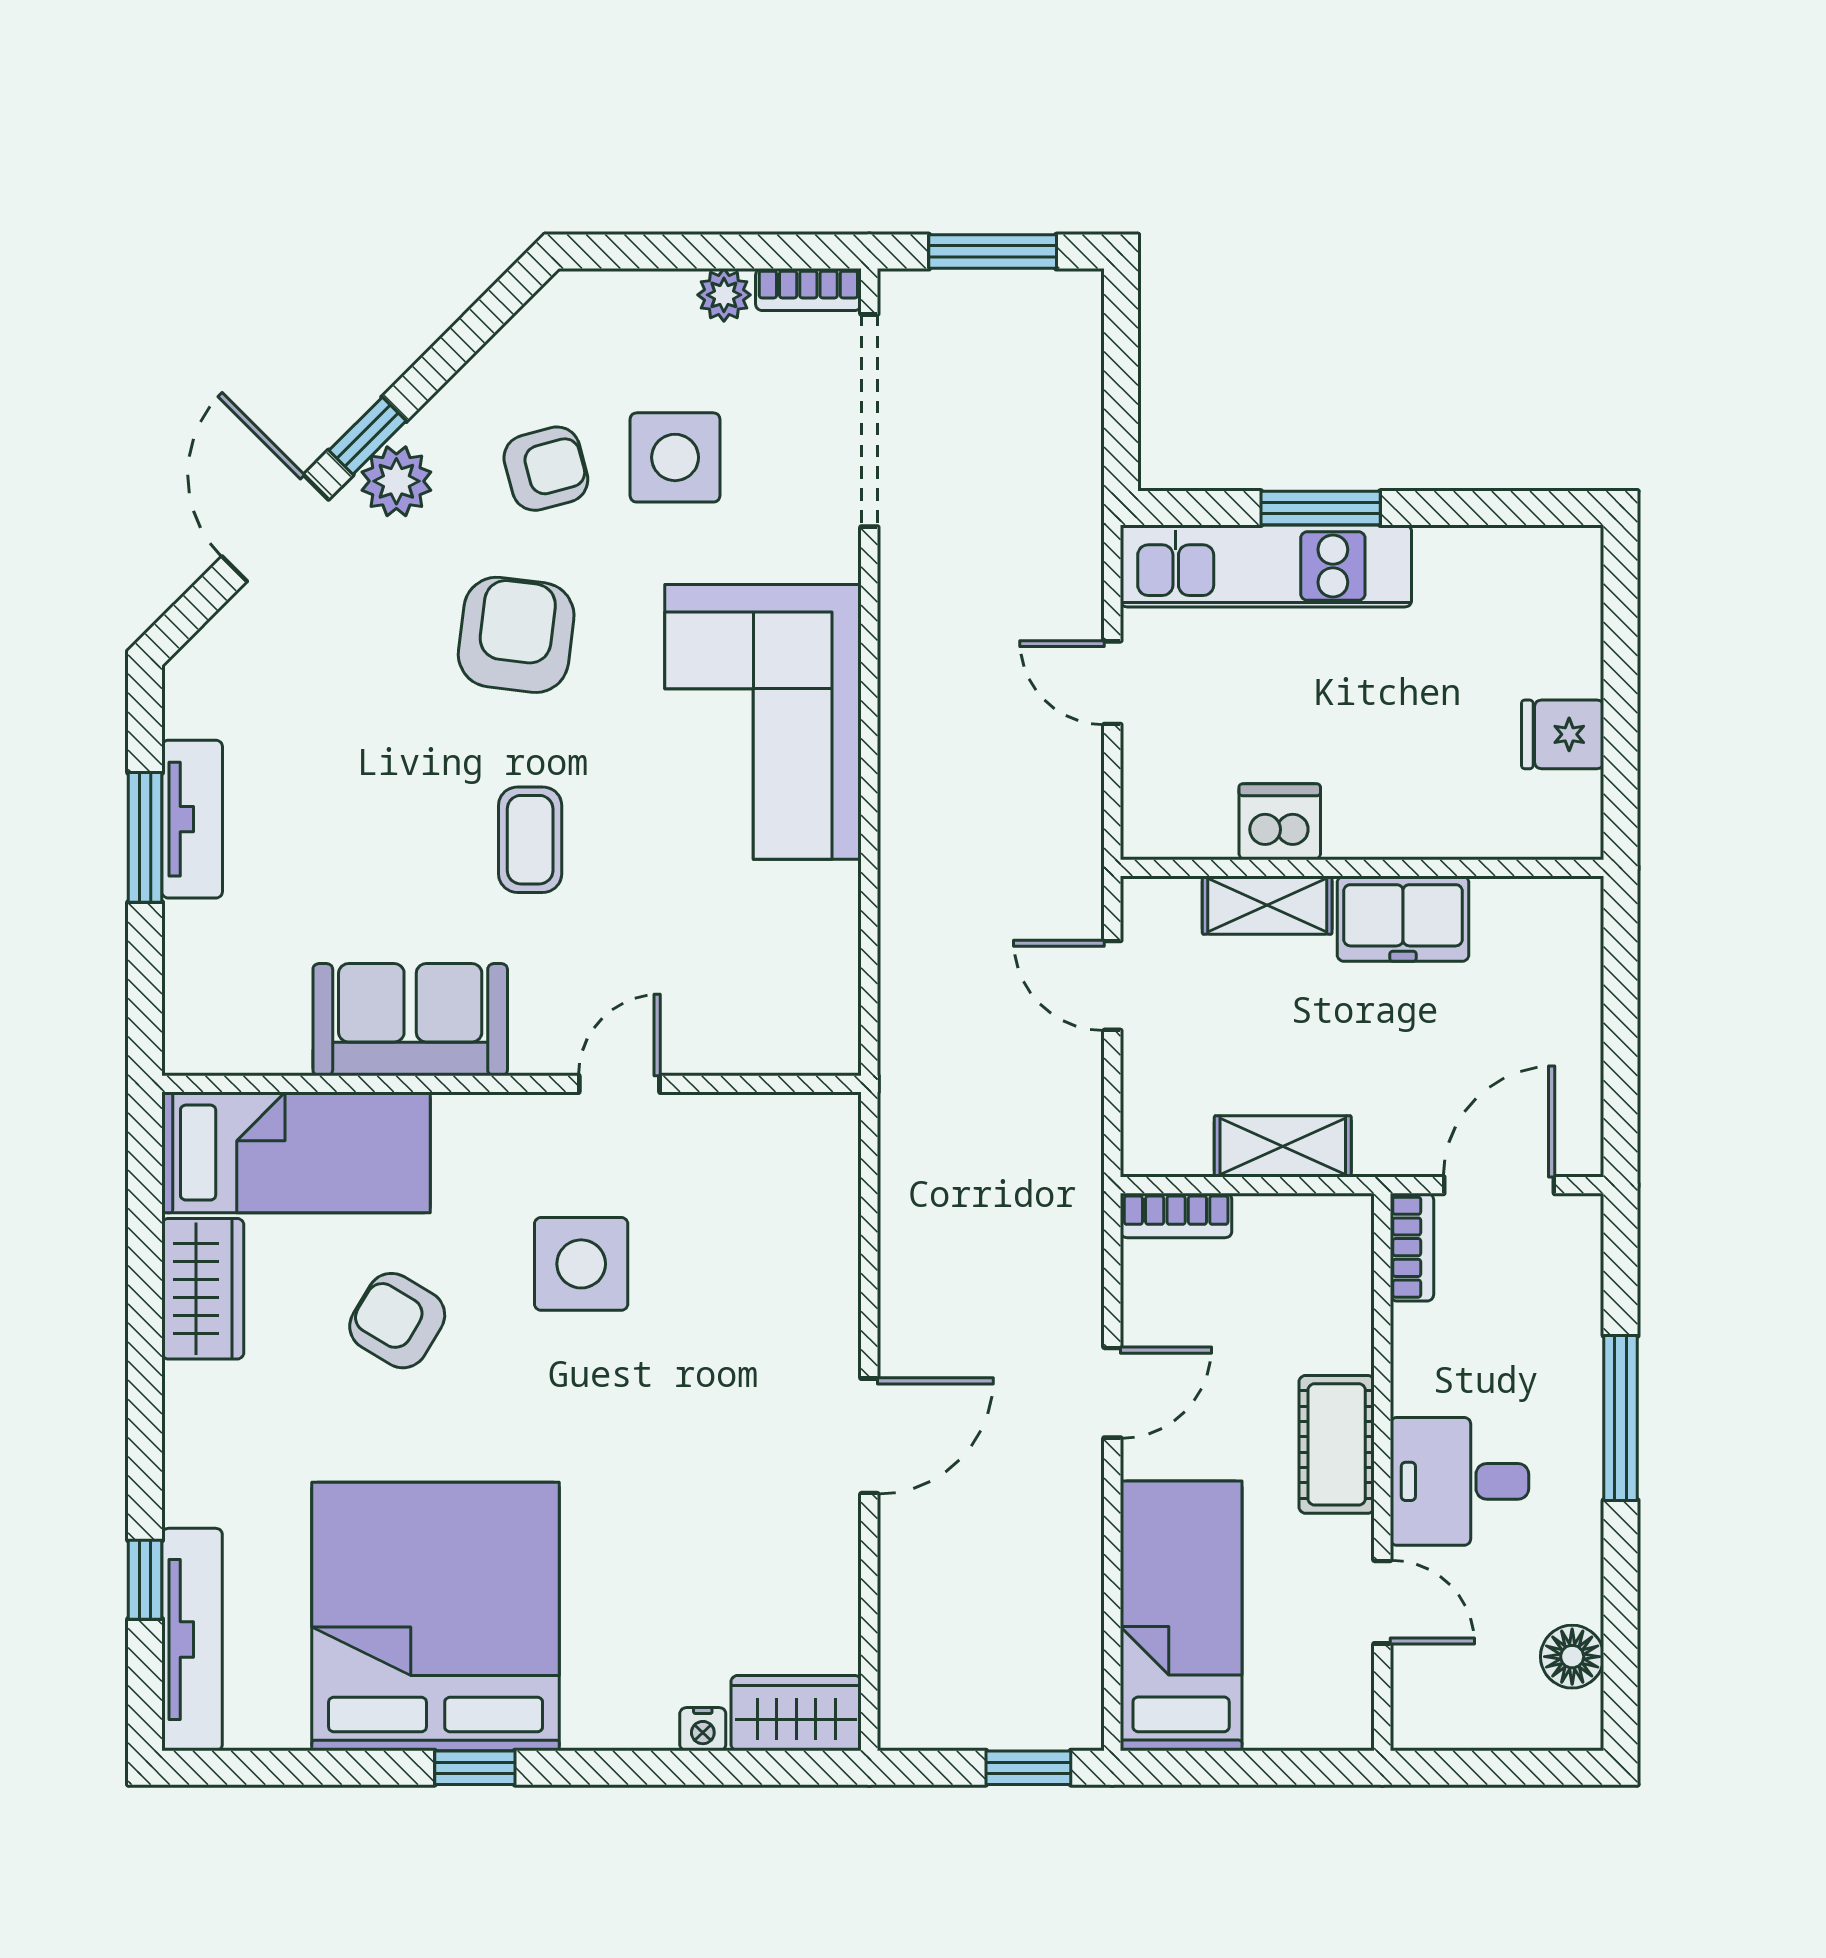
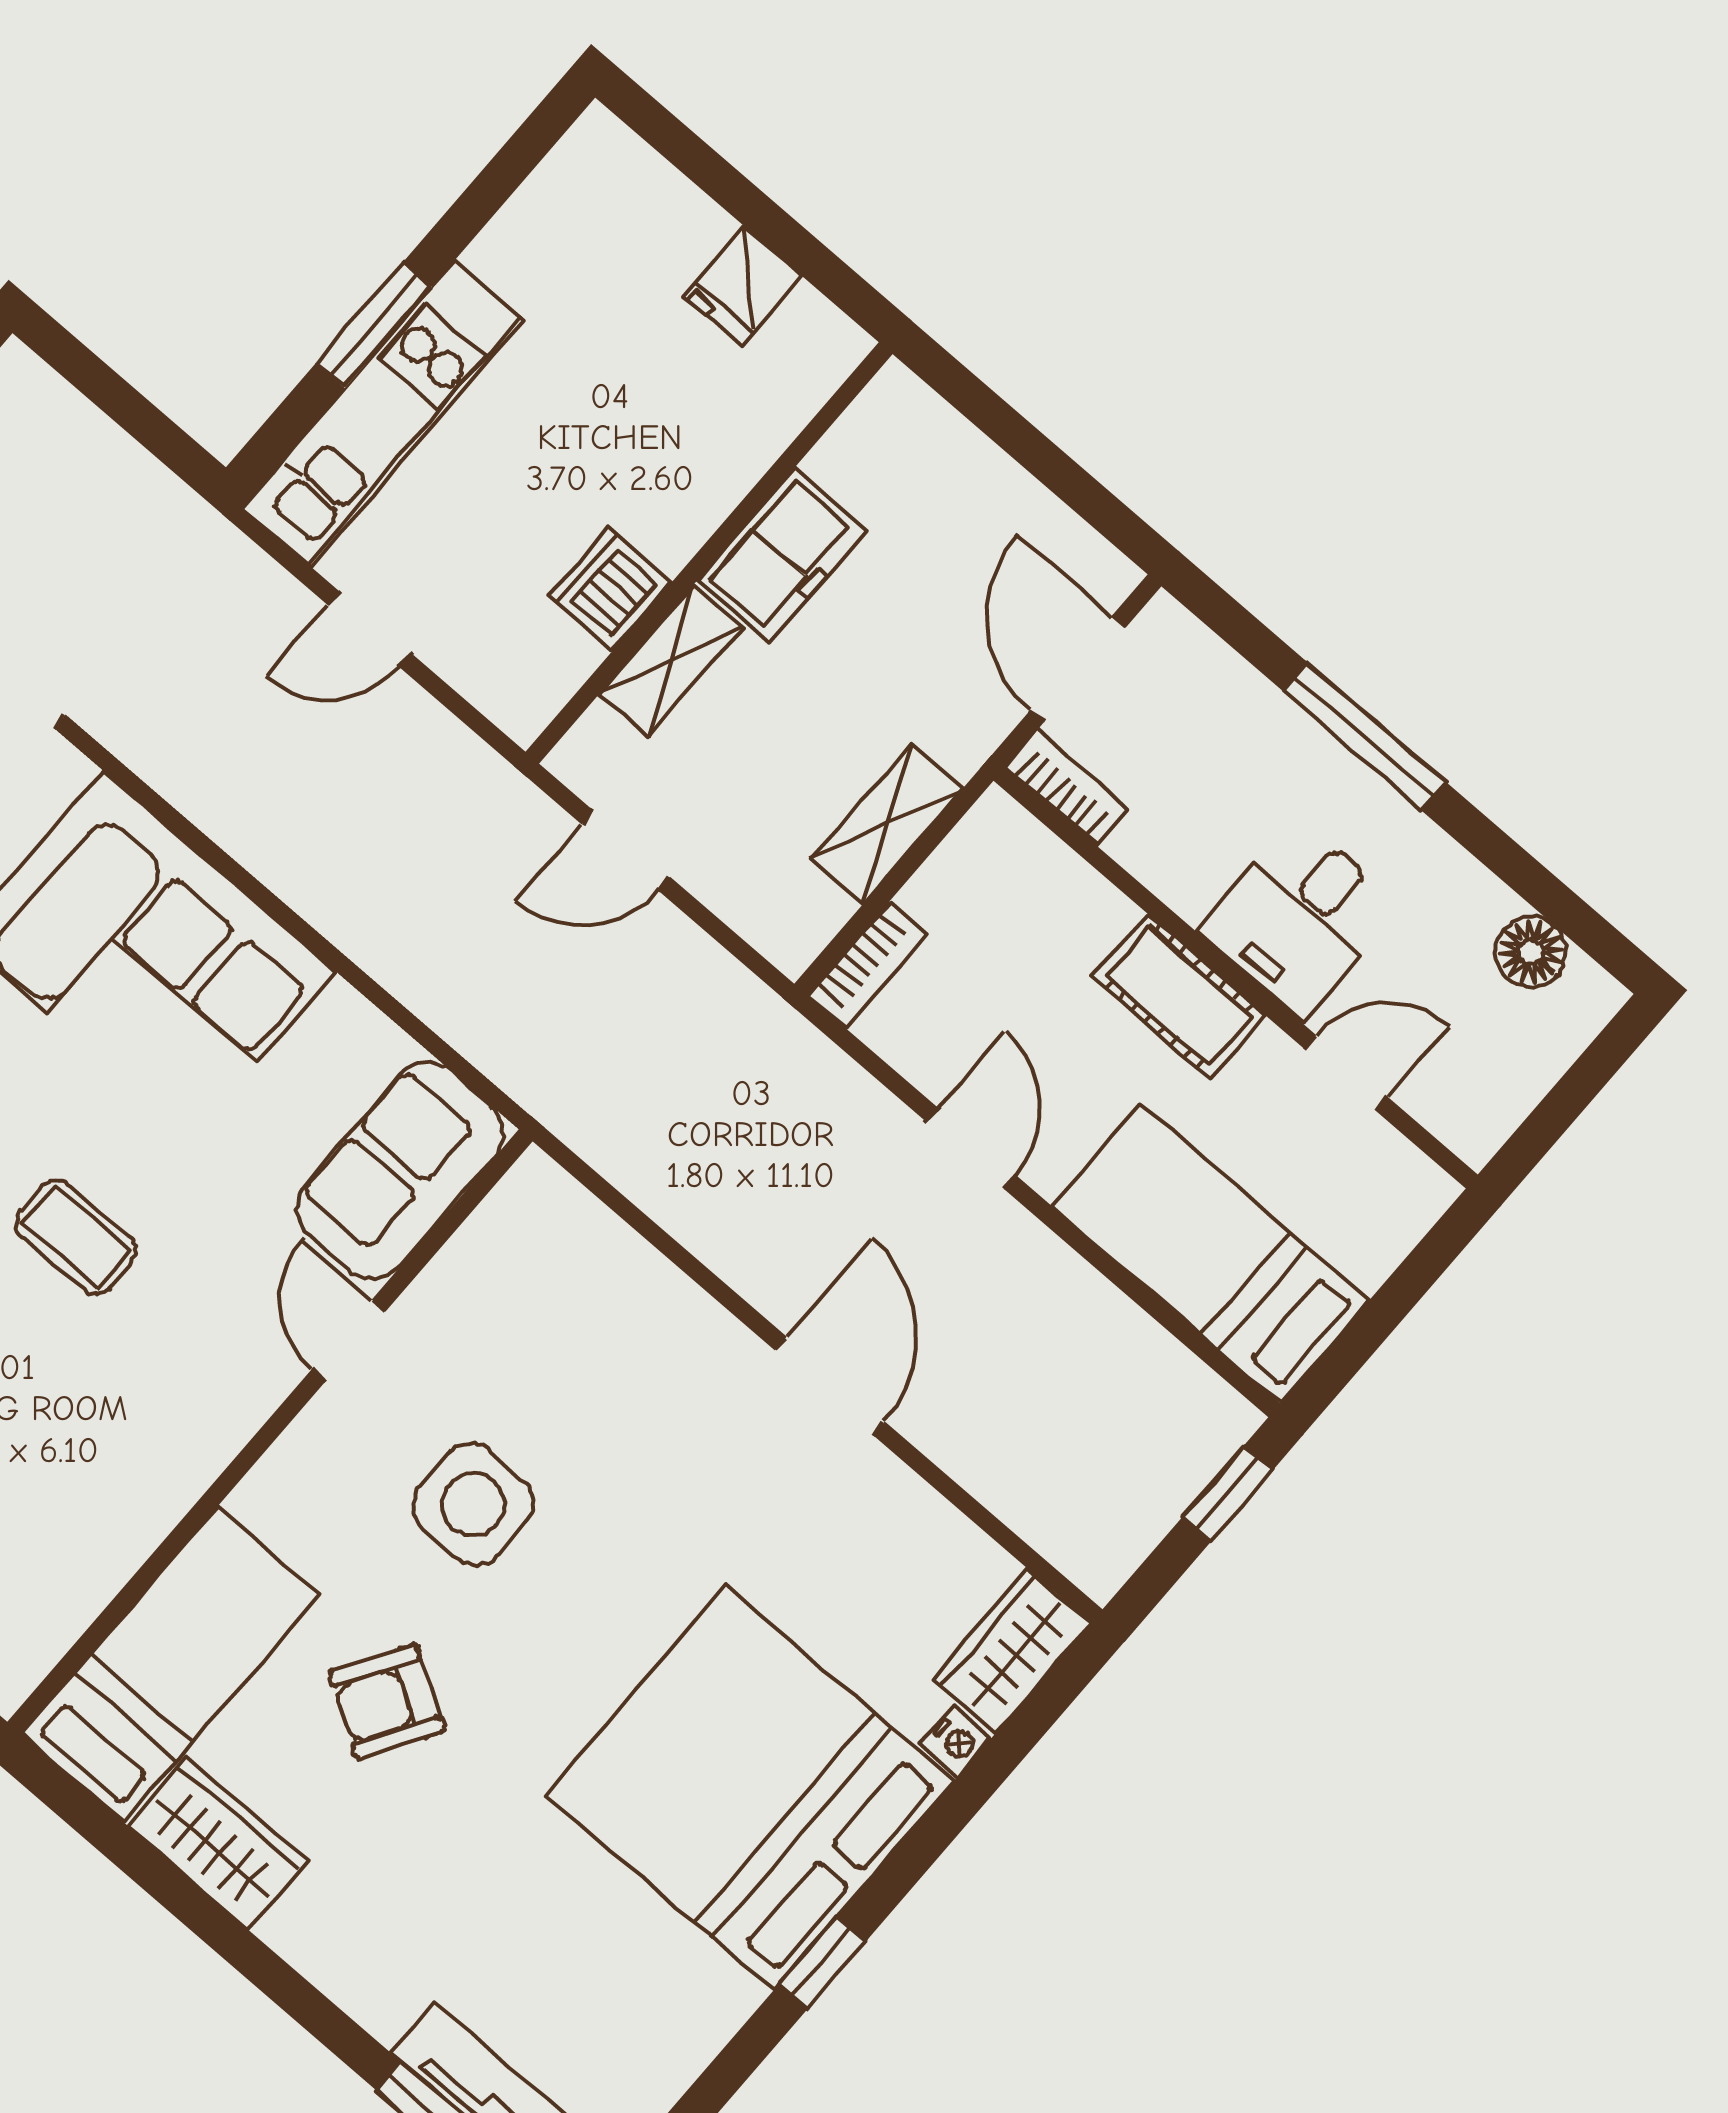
sofa: (410, 1020) -> (400, 1171), moved
bed: (436, 1616) -> (750, 1788), moved

